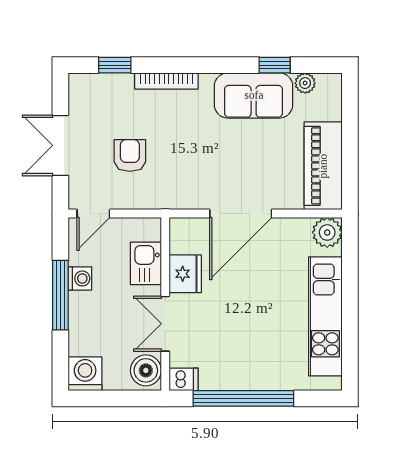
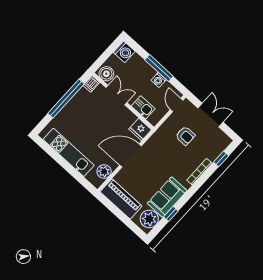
plant: (305, 83) -> (149, 219), width x1.88, depth x1.88
door: (241, 214) -> (130, 156), hinge flipped
plant: (327, 232) -> (104, 172), moved
fridge: (185, 274) -> (140, 129), moved

